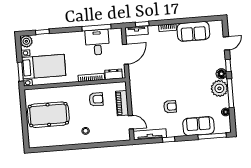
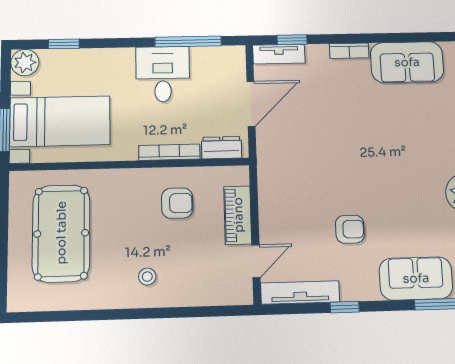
desk: (97, 42) -> (163, 74), moved
pool table: (48, 115) -> (61, 233), turned 90
door: (131, 122) -> (256, 261), hinge flipped

